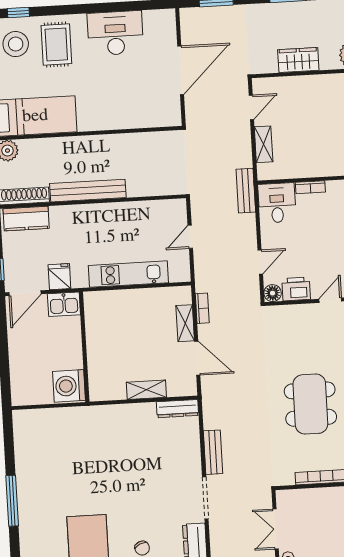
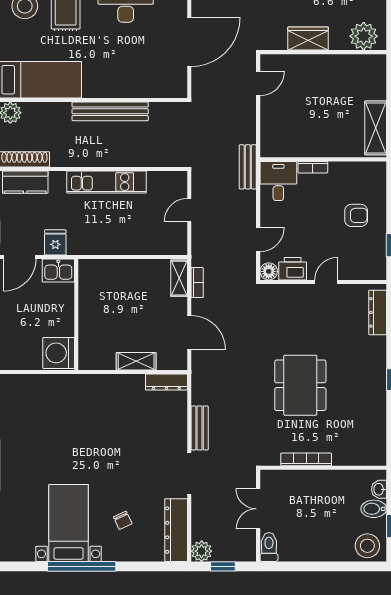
shelving: (264, 144) -> (268, 121), removed
bench: (88, 191) -> (110, 111), moved
kitchen unit: (128, 274) -> (106, 182), moved, turned 180
shelving: (185, 323) -> (179, 278), moved

